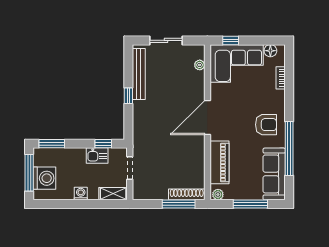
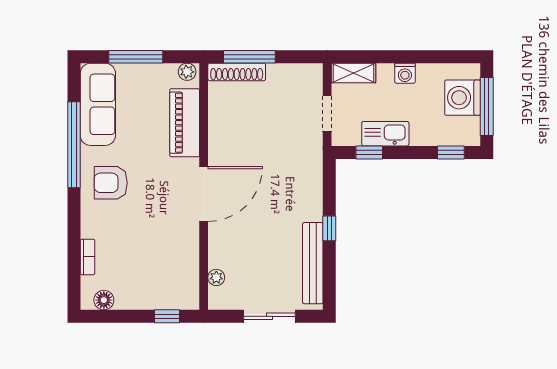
corner sofa: (237, 63) -> (157, 280), removed
window: (52, 144) -> (451, 152), width x0.67
kitchen sink: (97, 156) -> (385, 134), width x1.38

